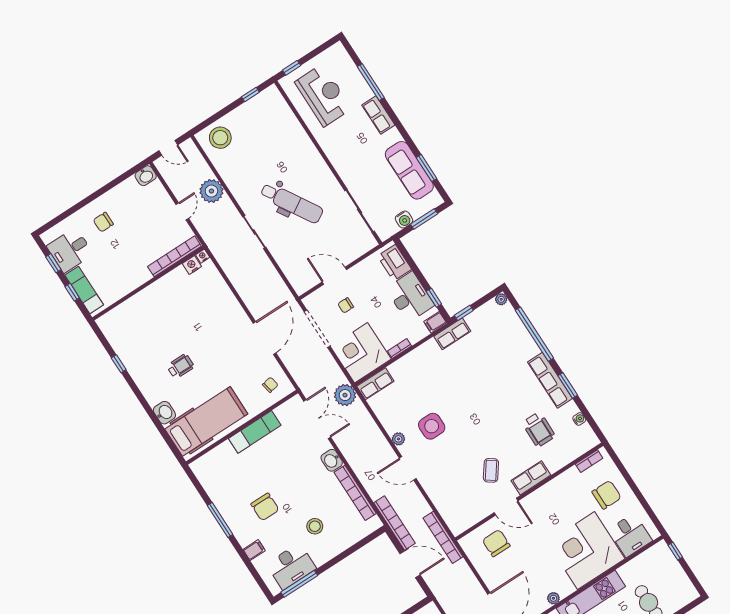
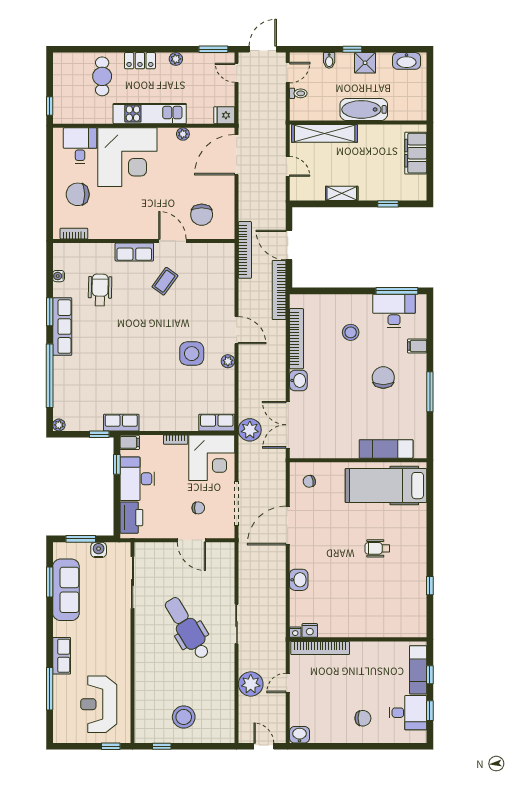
stool: (220, 138) -> (184, 717), moved
washbasin: (164, 413) -> (299, 580), moved, turned 180
exam couch: (255, 432) -> (386, 449), moved

